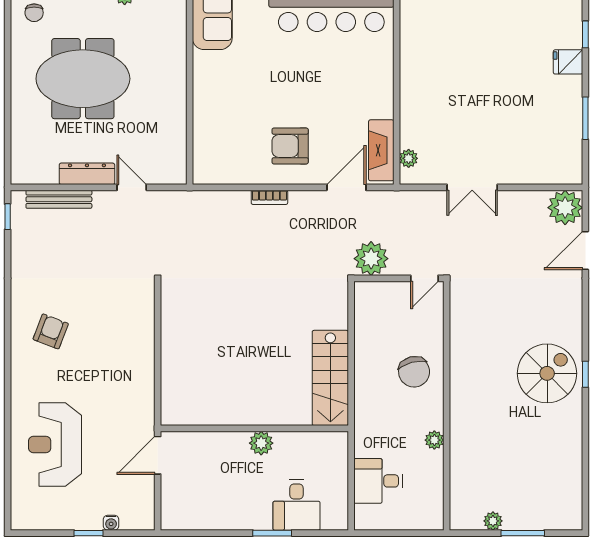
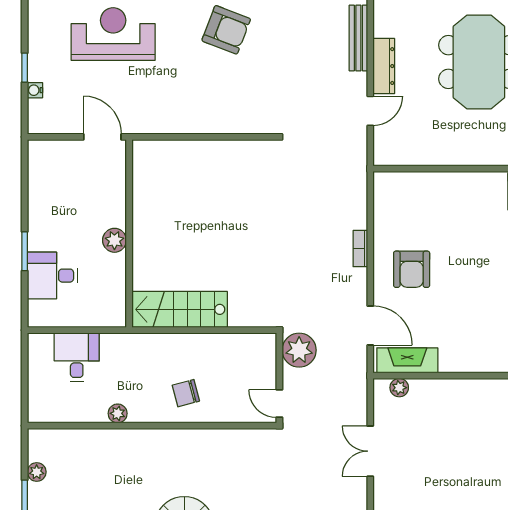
armchair: (290, 146) -> (412, 269), turned 180
armchair: (51, 331) -> (226, 30), width x1.38, depth x1.38
chair: (414, 372) -> (186, 393), width x0.73, depth x0.73

